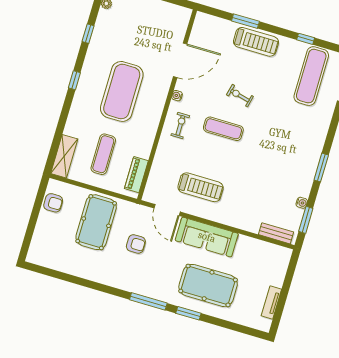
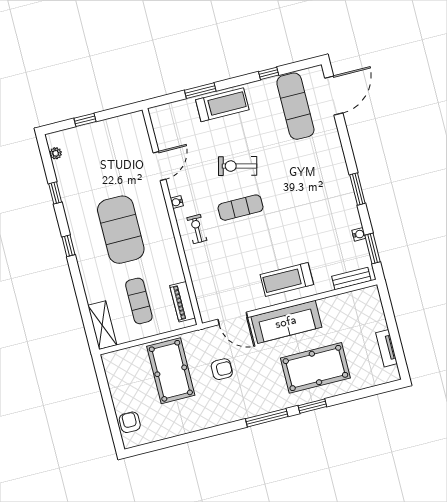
door: (180, 60) -> (159, 166), width x0.73
exercise bike: (240, 96) -> (238, 166), width x1.38, depth x1.39
treadmill: (201, 187) -> (287, 279), moved, turned 180
armchair: (53, 203) -> (130, 422), moved, turned -90

